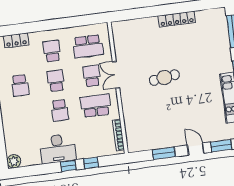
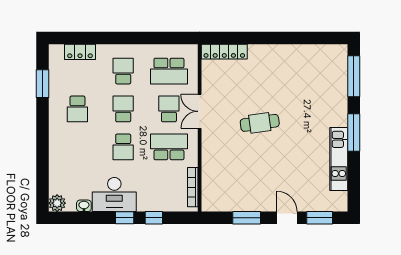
locker: (177, 19) -> (224, 52), moved
washbasin: (35, 161) -> (84, 206), added

